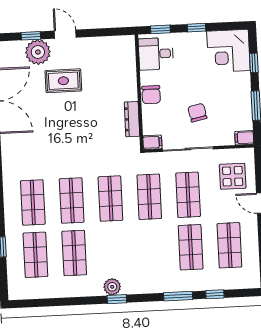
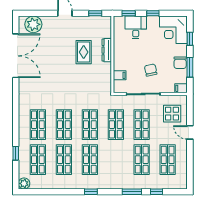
window: (31, 36) -> (95, 13), moved
plant: (38, 52) -> (33, 24), moved
desk: (156, 54) -> (136, 27), moved, turned 90
rug: (63, 81) -> (84, 52), moved, turned 90
chair: (151, 95) -> (180, 63), moved
dresser: (132, 119) -> (107, 50), moved
filing cabinet: (152, 142) -> (120, 75), moved
shop shelf: (113, 251) -> (90, 160), added
plant: (112, 287) -> (24, 183), moved

